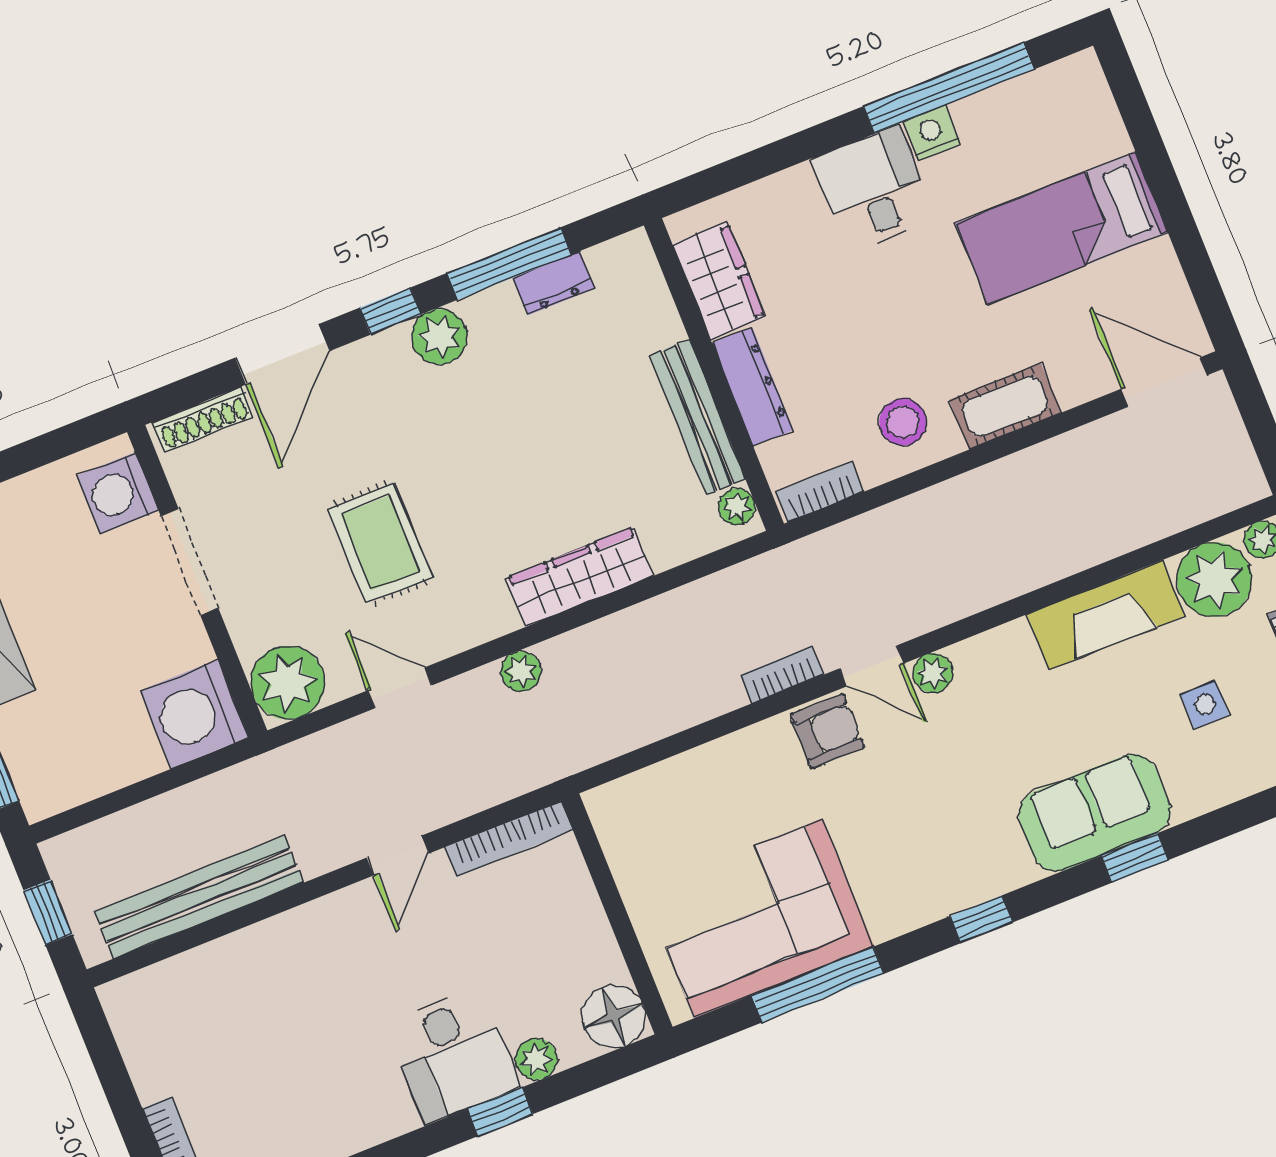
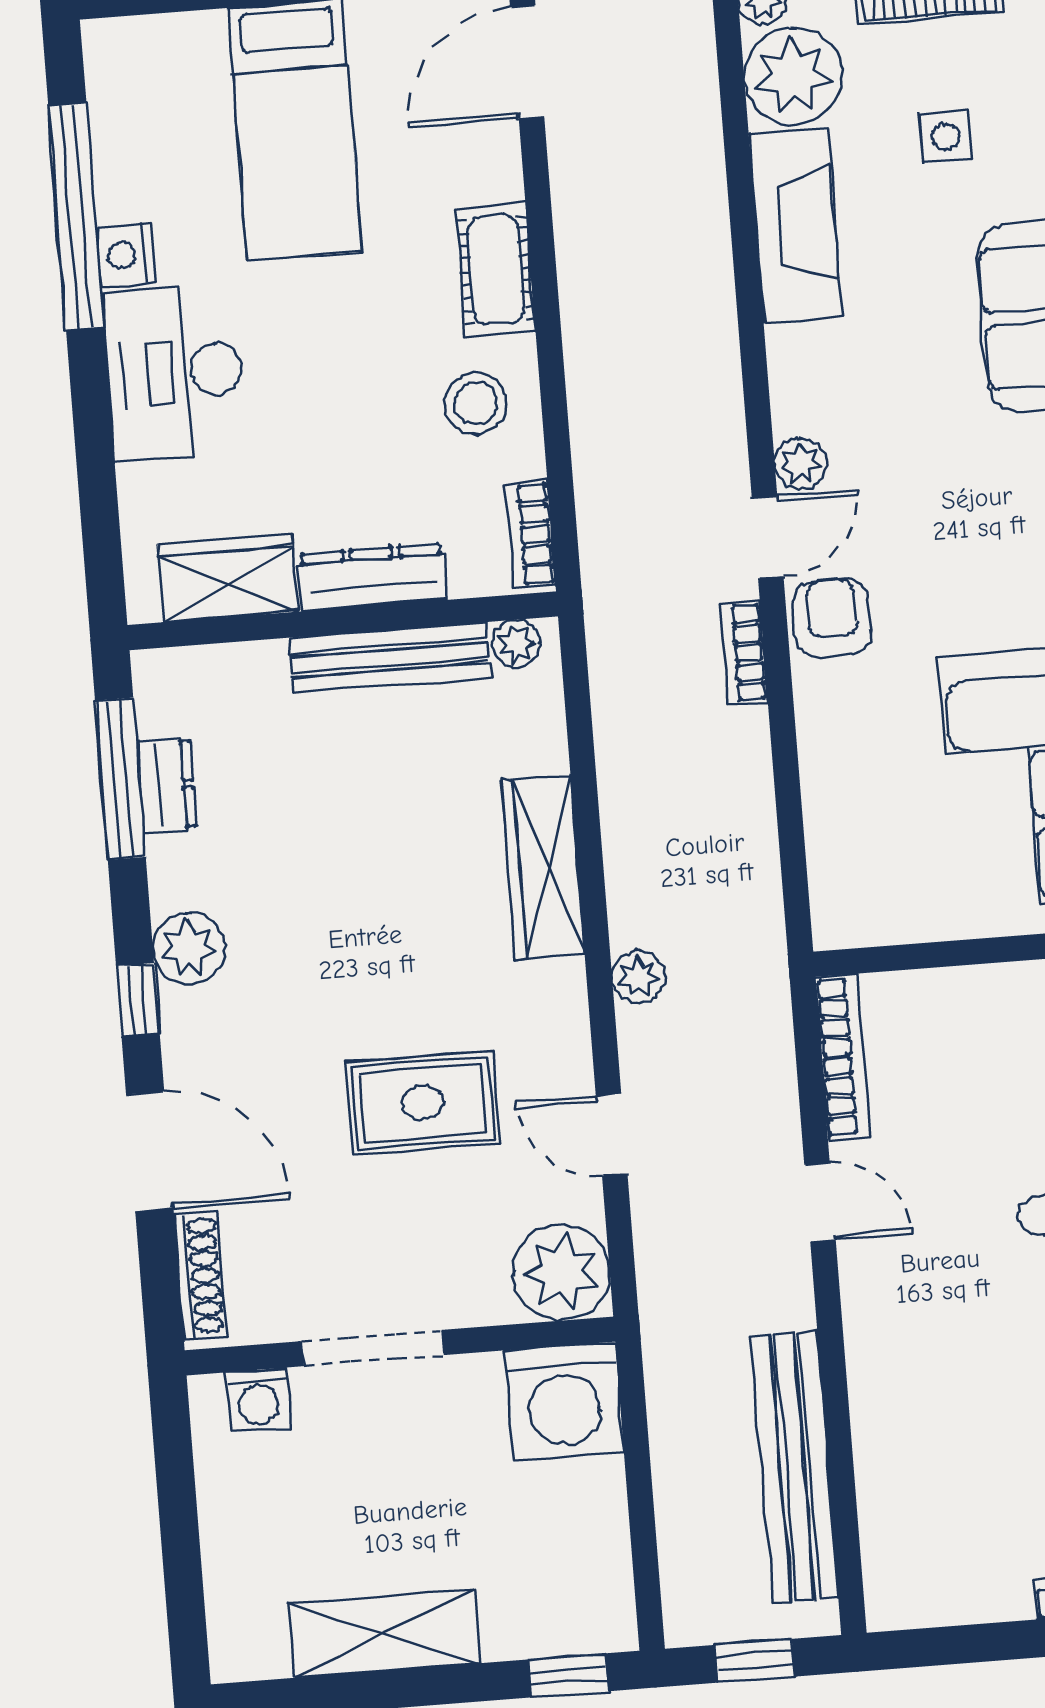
desk: (874, 189) -> (175, 373), width x1.37
window: (509, 264) -> (120, 779), moved
washing machine: (118, 493) -> (258, 1400), width x0.73, depth x0.73
door: (400, 688) -> (612, 1135), hinge flipped

